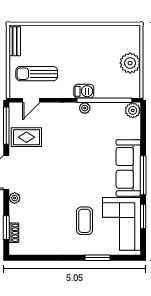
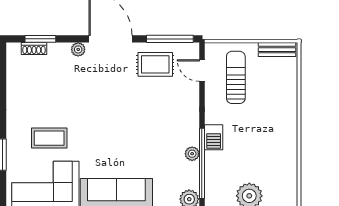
plant: (85, 108) -> (192, 154), moved
rug: (26, 137) -> (155, 64), turned 90

